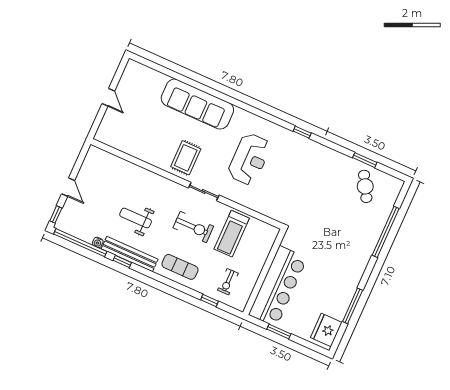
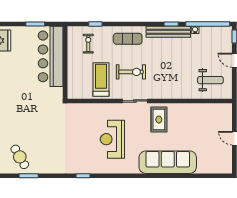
weight bench: (136, 218) -> (210, 80), moved
exercise bike: (193, 227) -> (131, 72), turned 180

